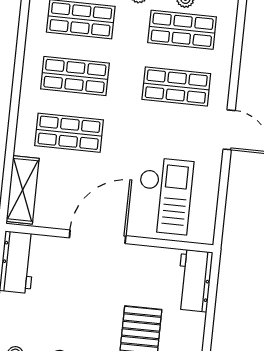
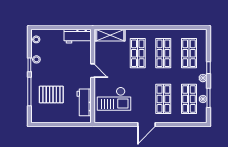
door: (98, 237) -> (93, 71), width x0.53
workbench: (194, 281) -> (84, 102), moved, turned -90

